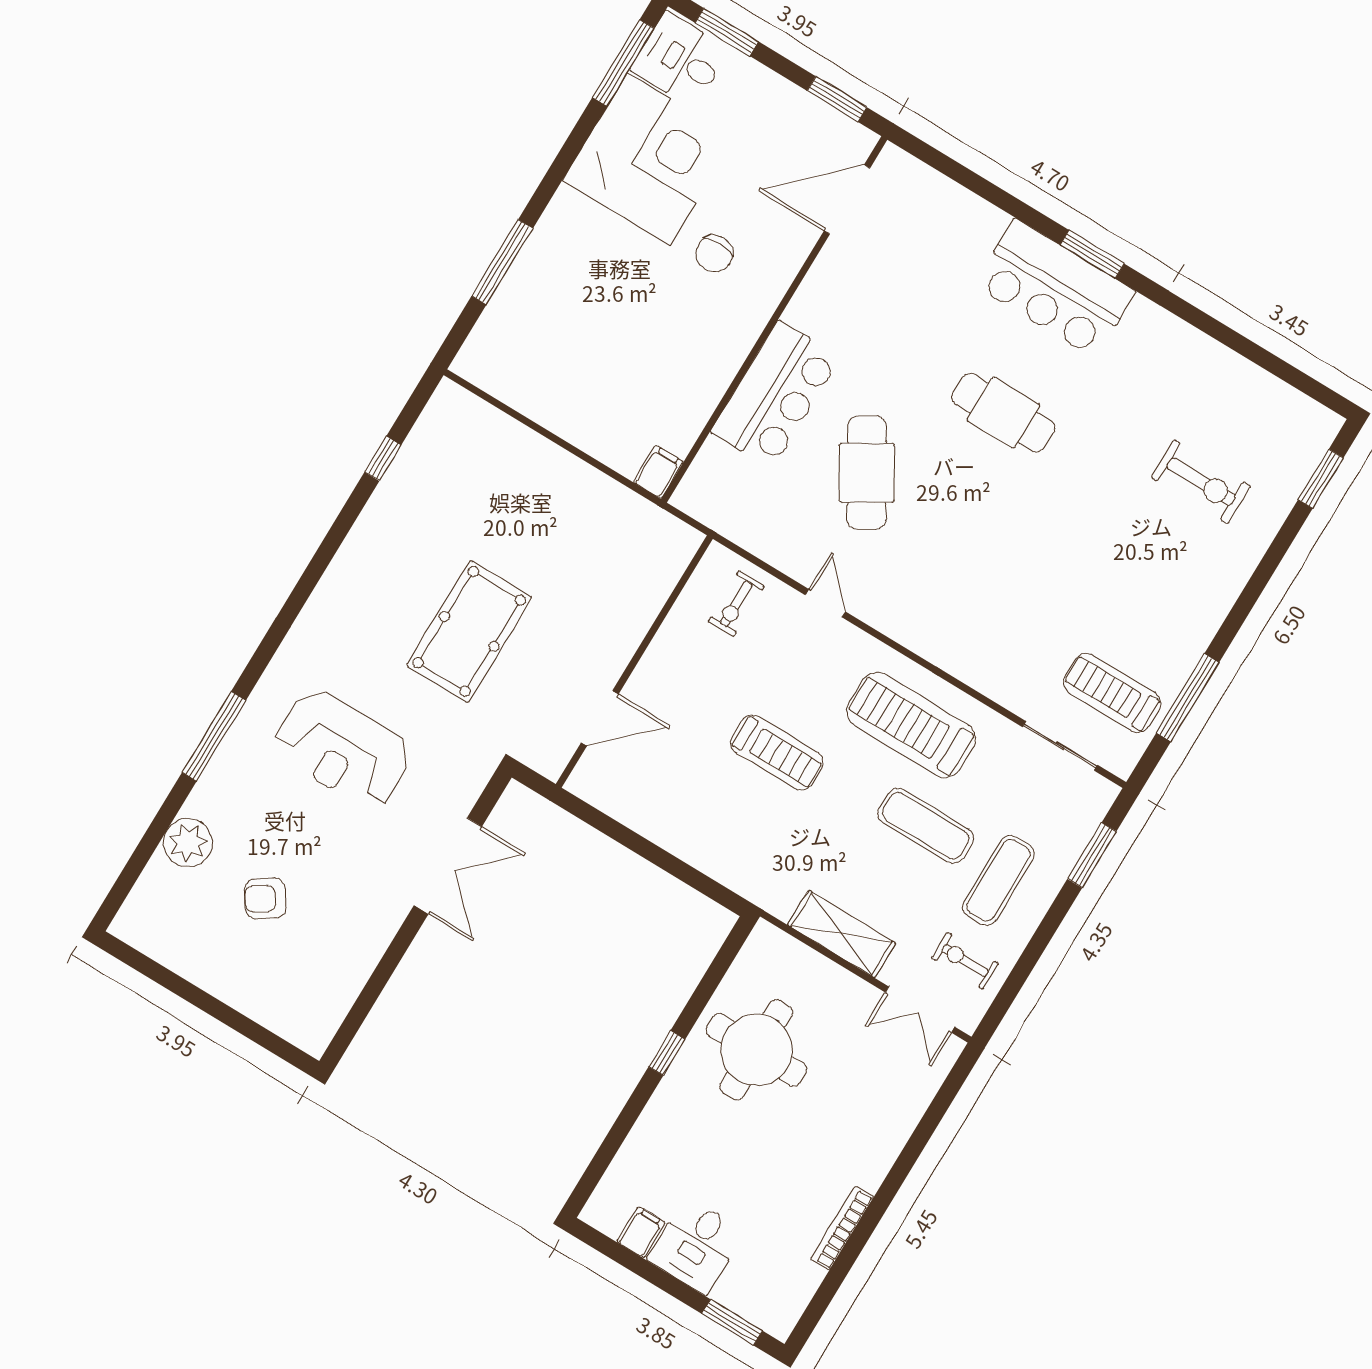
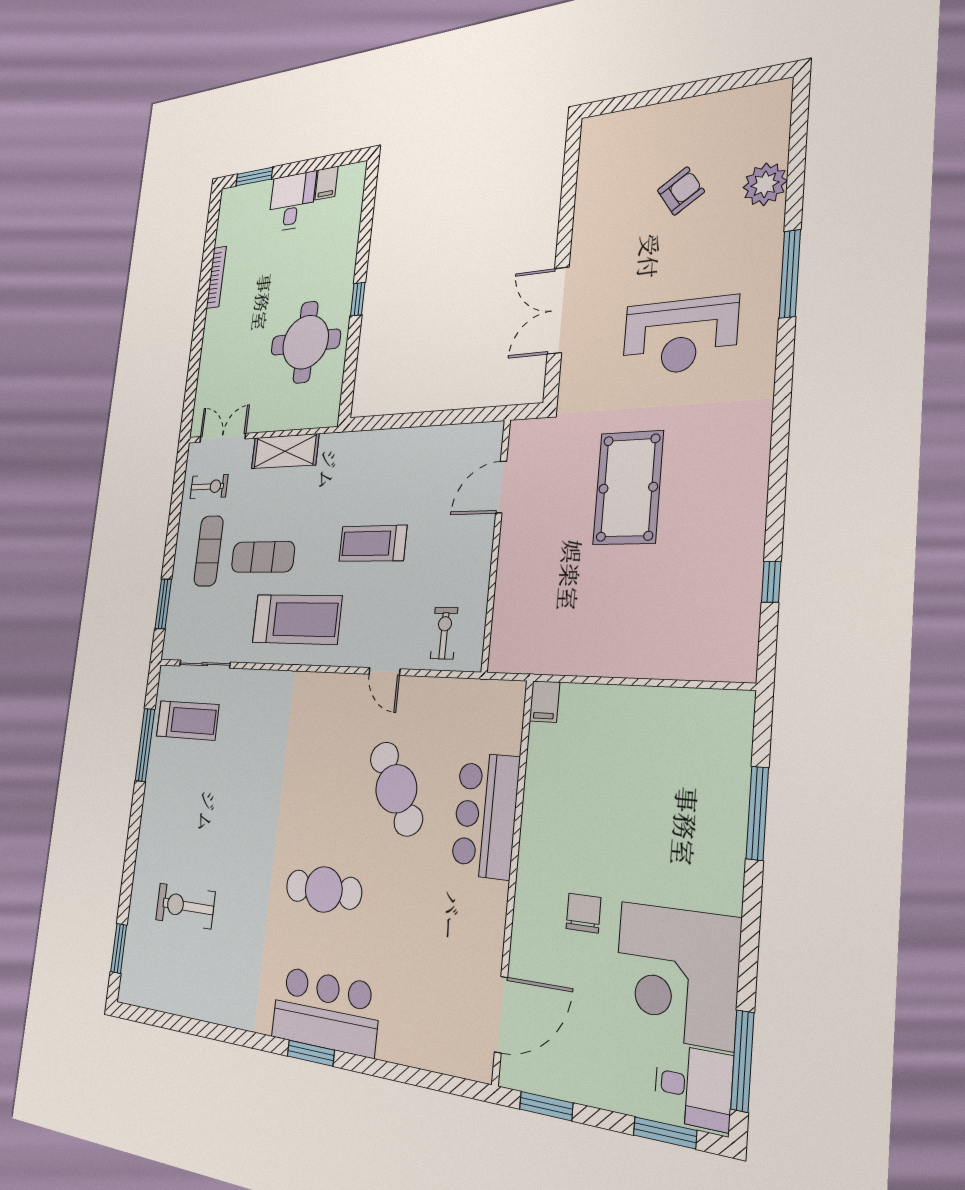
reception desk: (343, 749) -> (680, 336), turned 180

